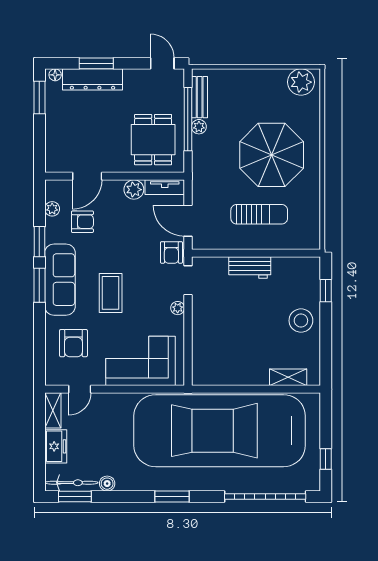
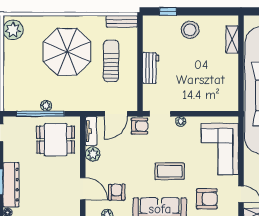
bench: (200, 97) -> (122, 21), moved

